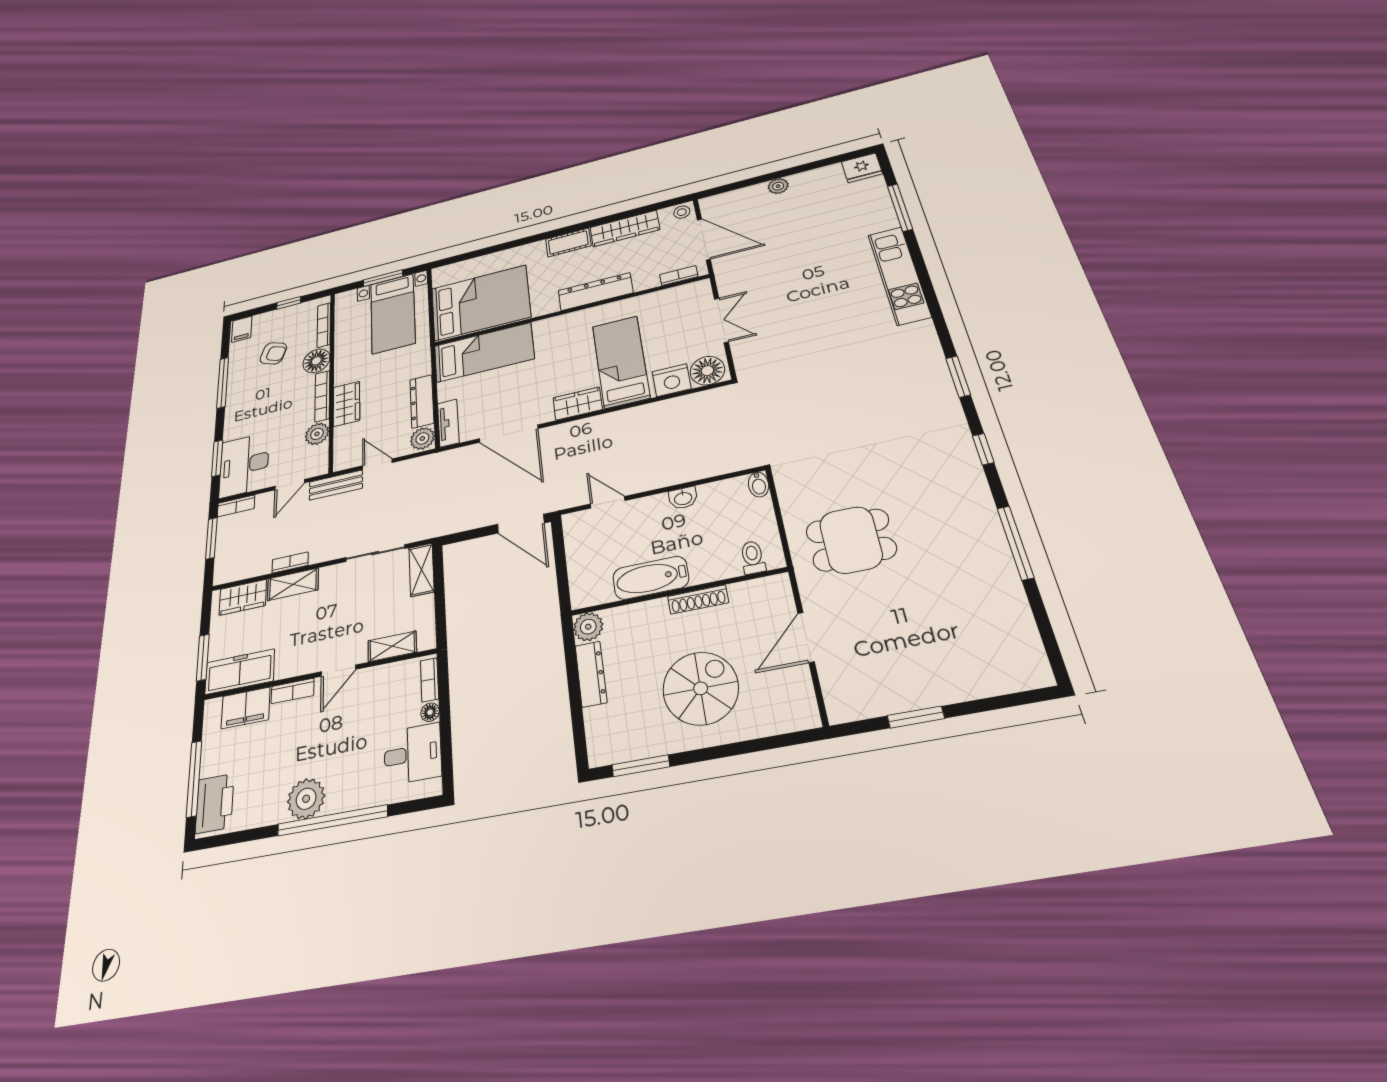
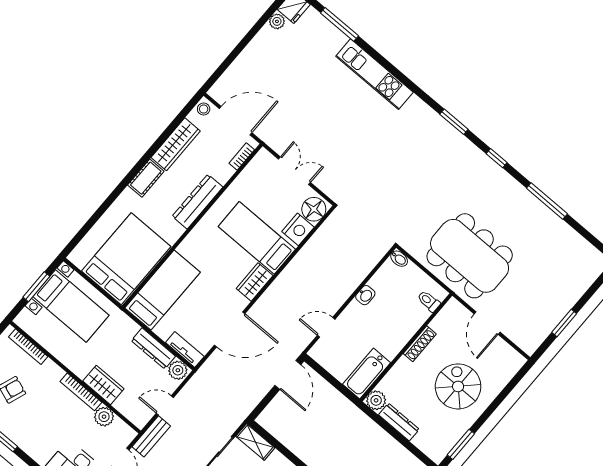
plant: (778, 186) -> (277, 21), moved
floor lamp: (316, 361) -> (50, 373), removed
door: (521, 524) -> (288, 375), hinge flipped
dining table: (851, 540) -> (470, 256), width x1.88, depth x1.24
bathtub: (651, 578) -> (367, 374), moved

